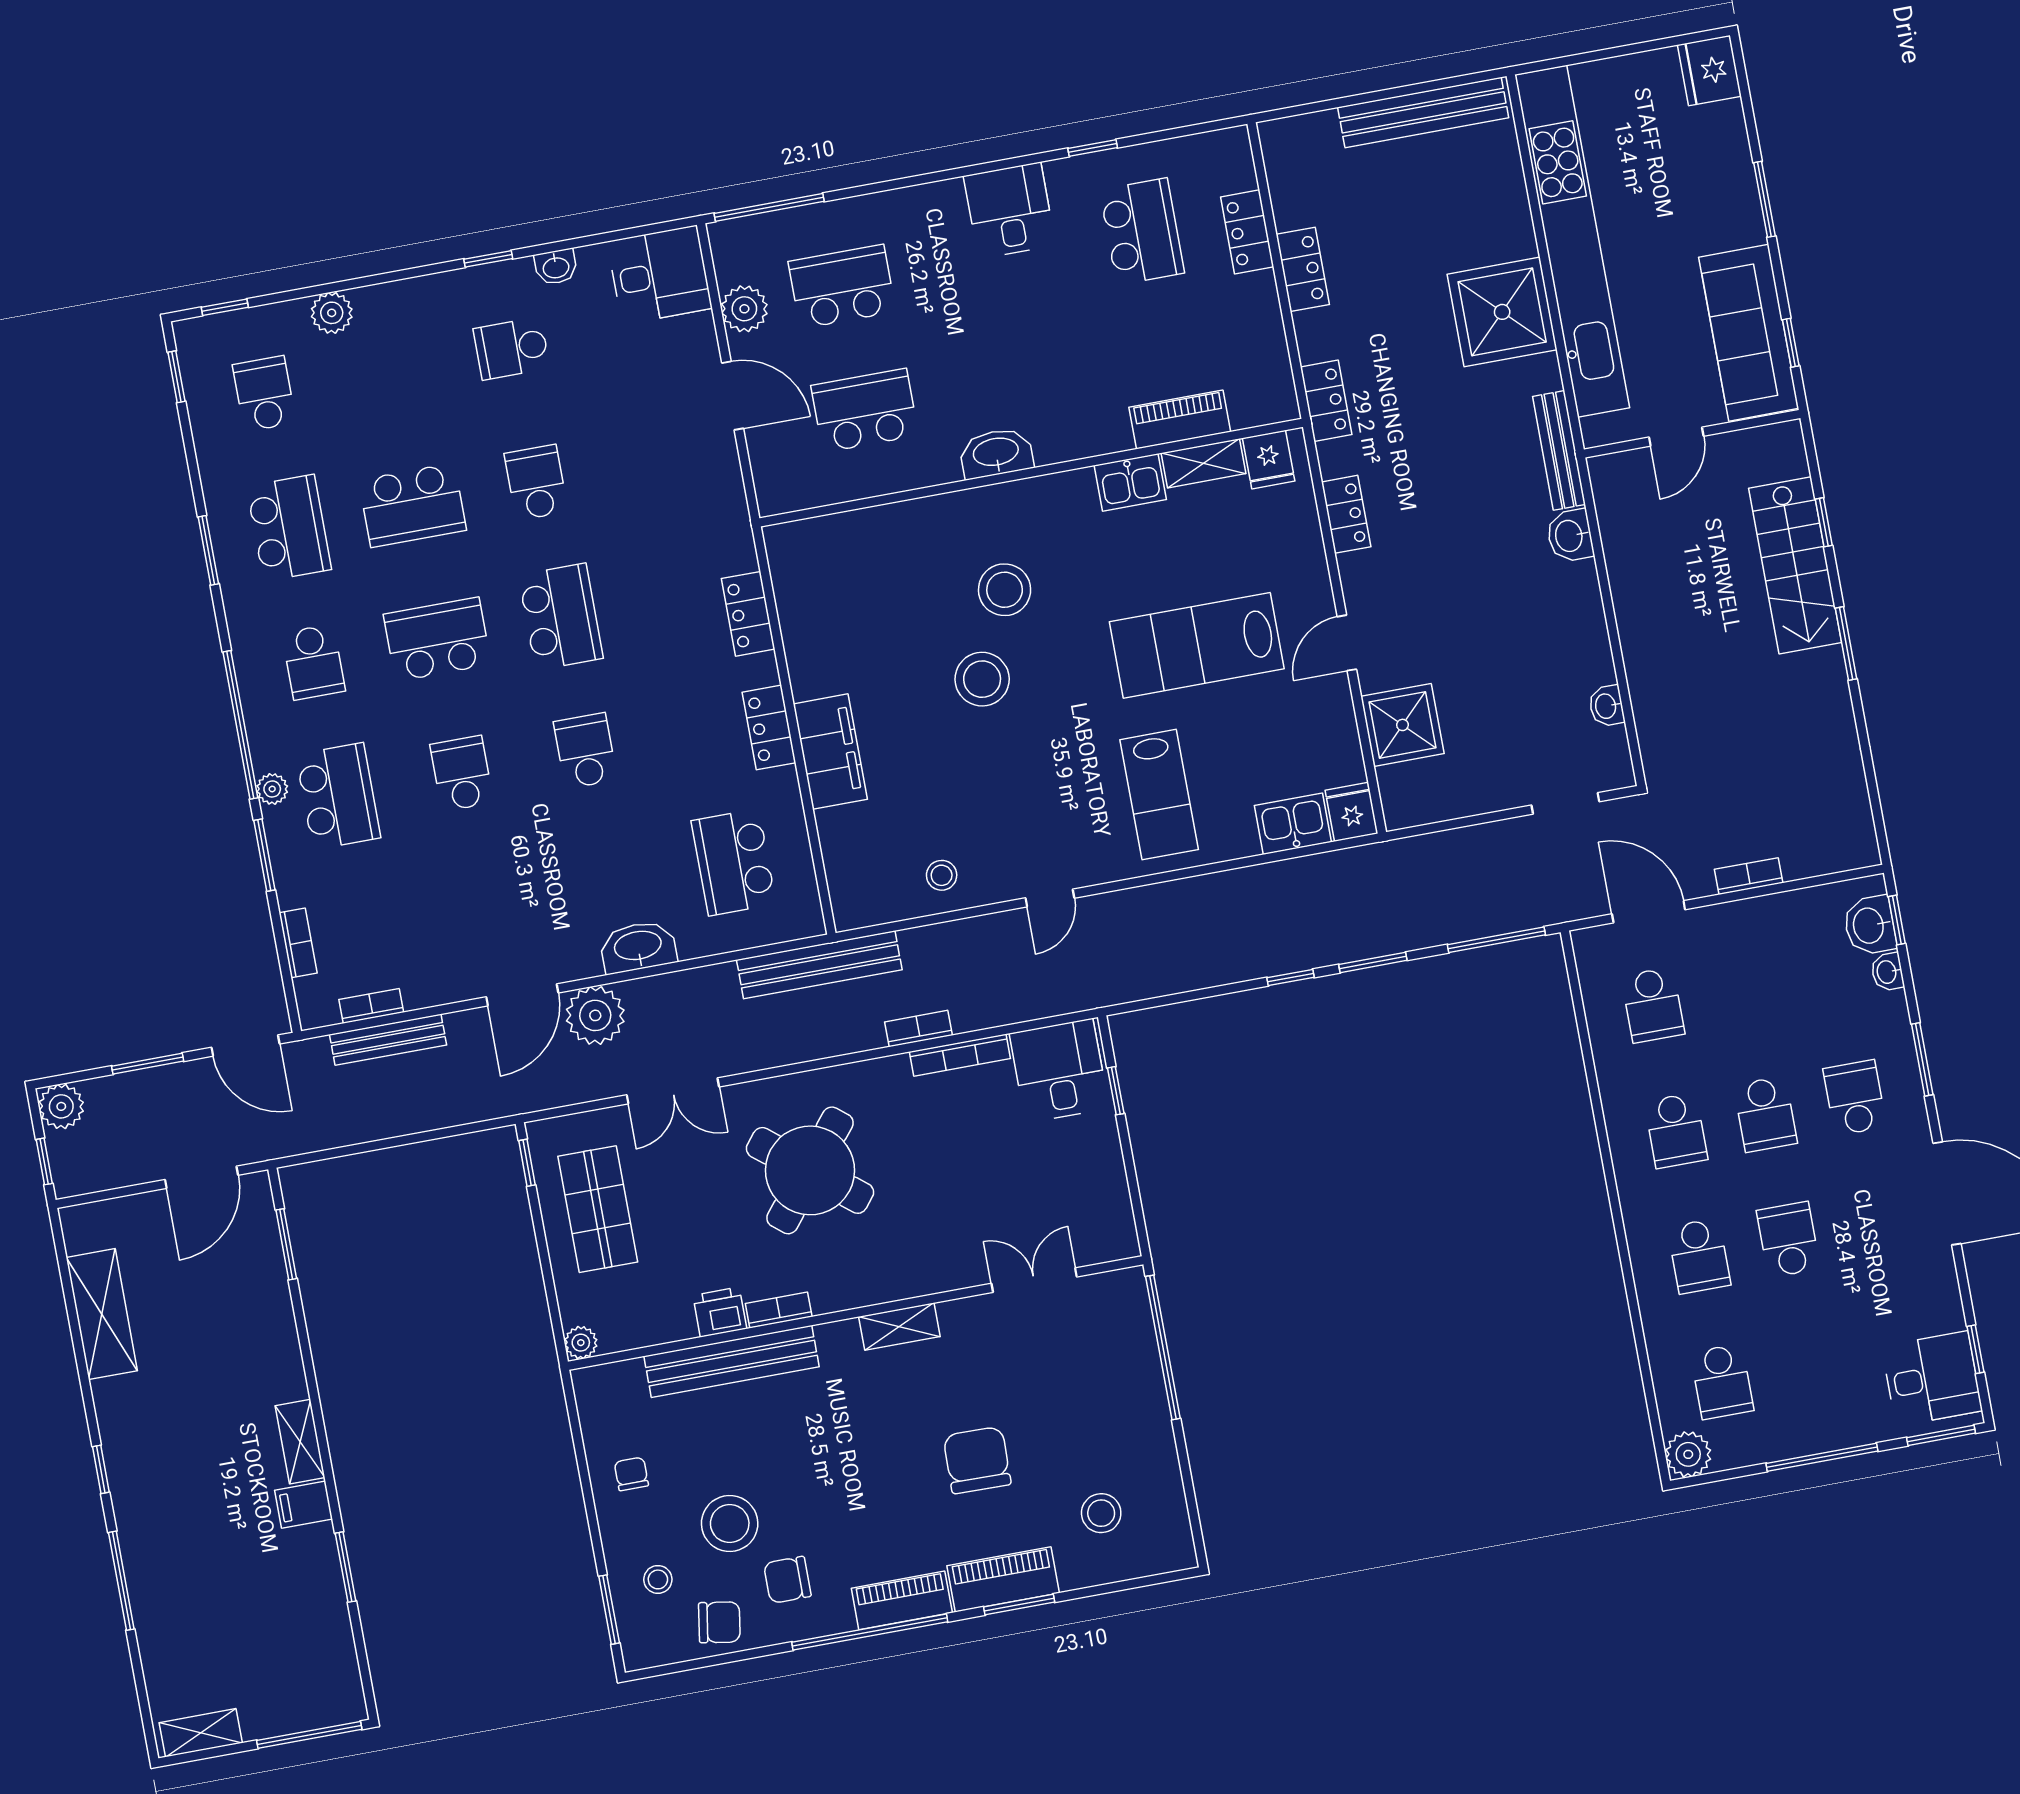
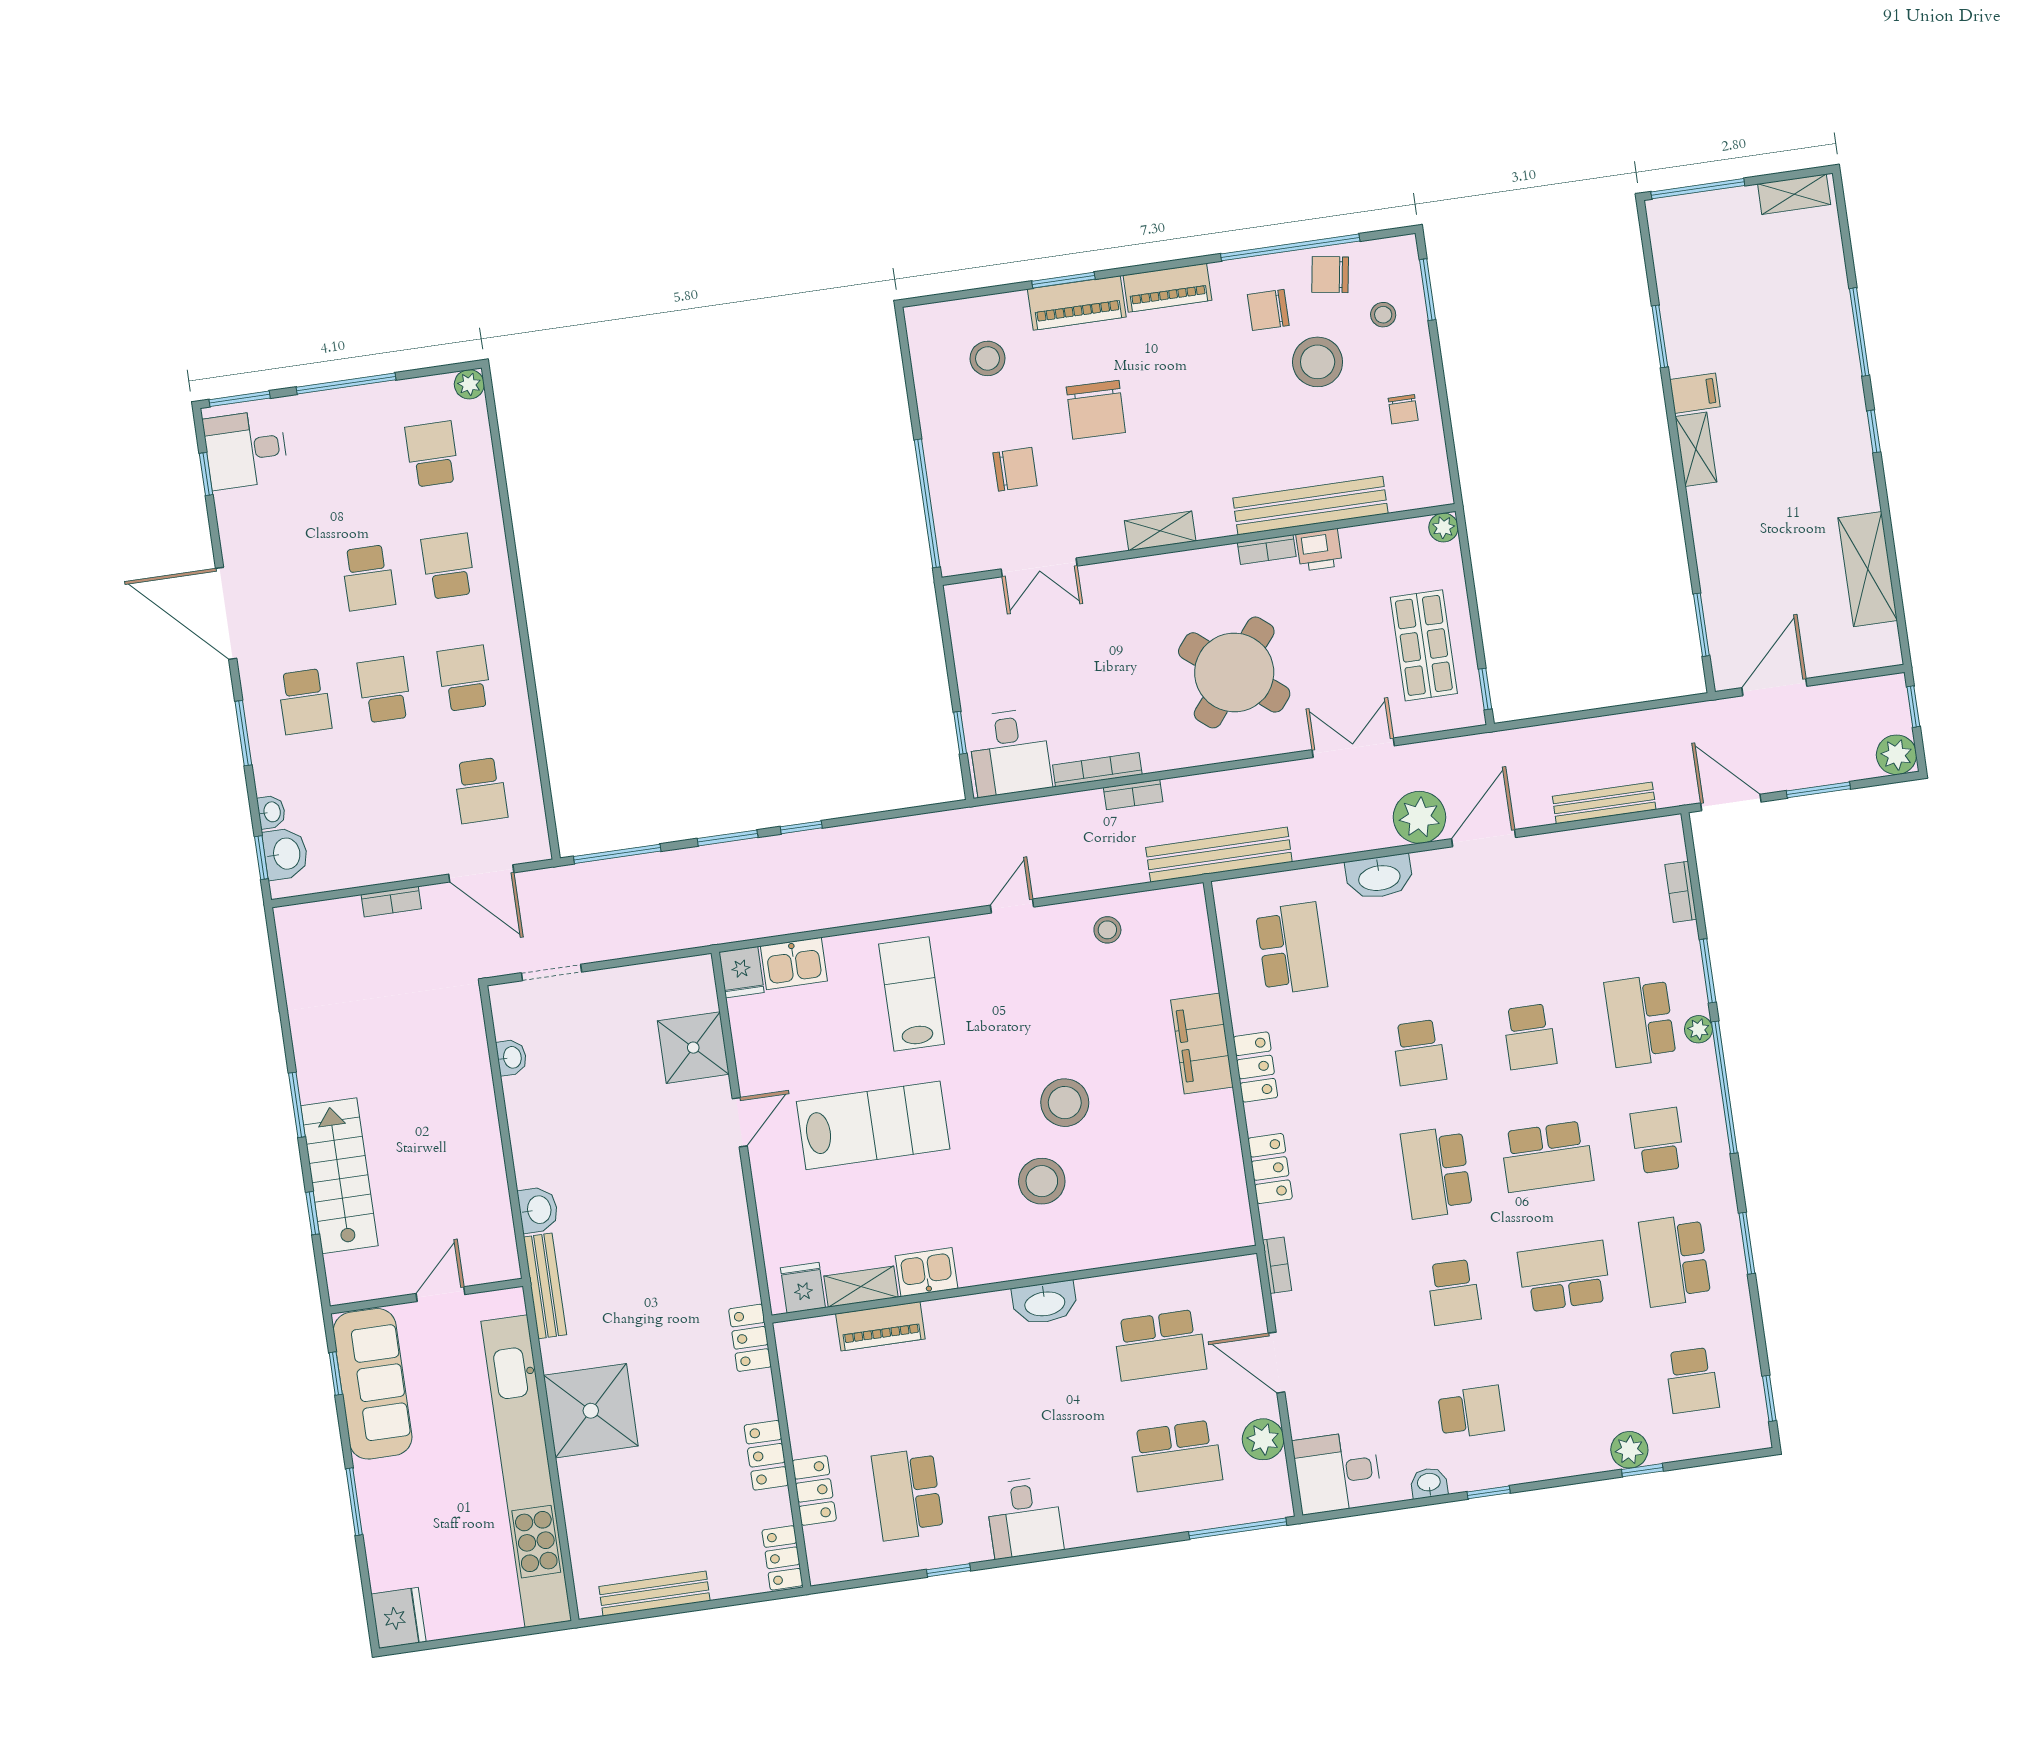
bench: (1423, 112) -> (655, 1594), width x0.73, depth x0.82
window: (225, 307) -> (1642, 1470), moved
locker: (1346, 514) -> (782, 1558), moved
school desk: (1653, 1005) -> (481, 791), turned 180
bookcase: (371, 1006) -> (1277, 1265), moved, turned -90
chair: (1065, 1390) -> (1015, 469), added
plant: (1688, 1454) -> (469, 384), width x0.73, depth x0.73
chair: (787, 1580) -> (1268, 310), turned 180
window: (870, 1632) -> (1290, 247), moved

